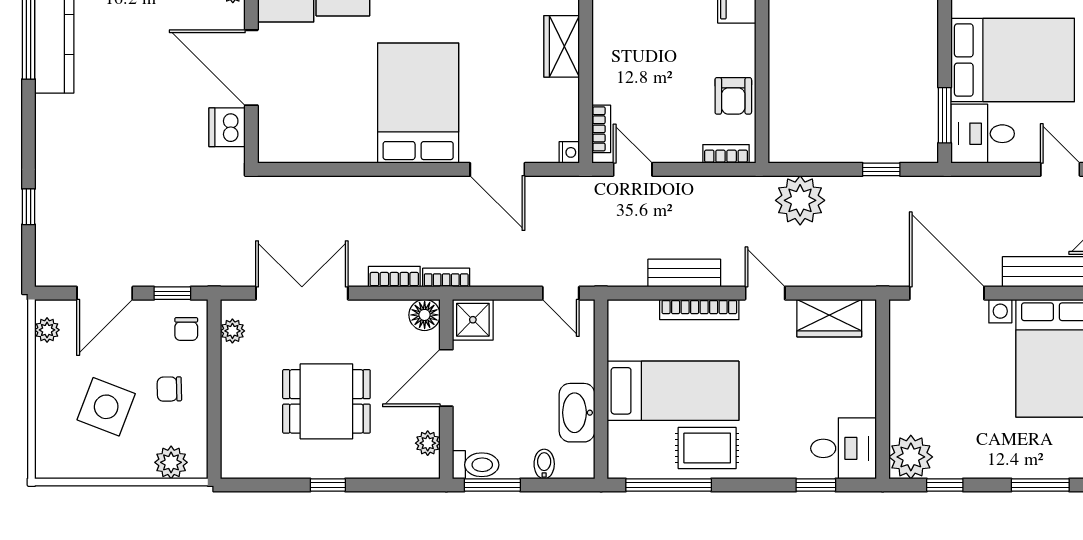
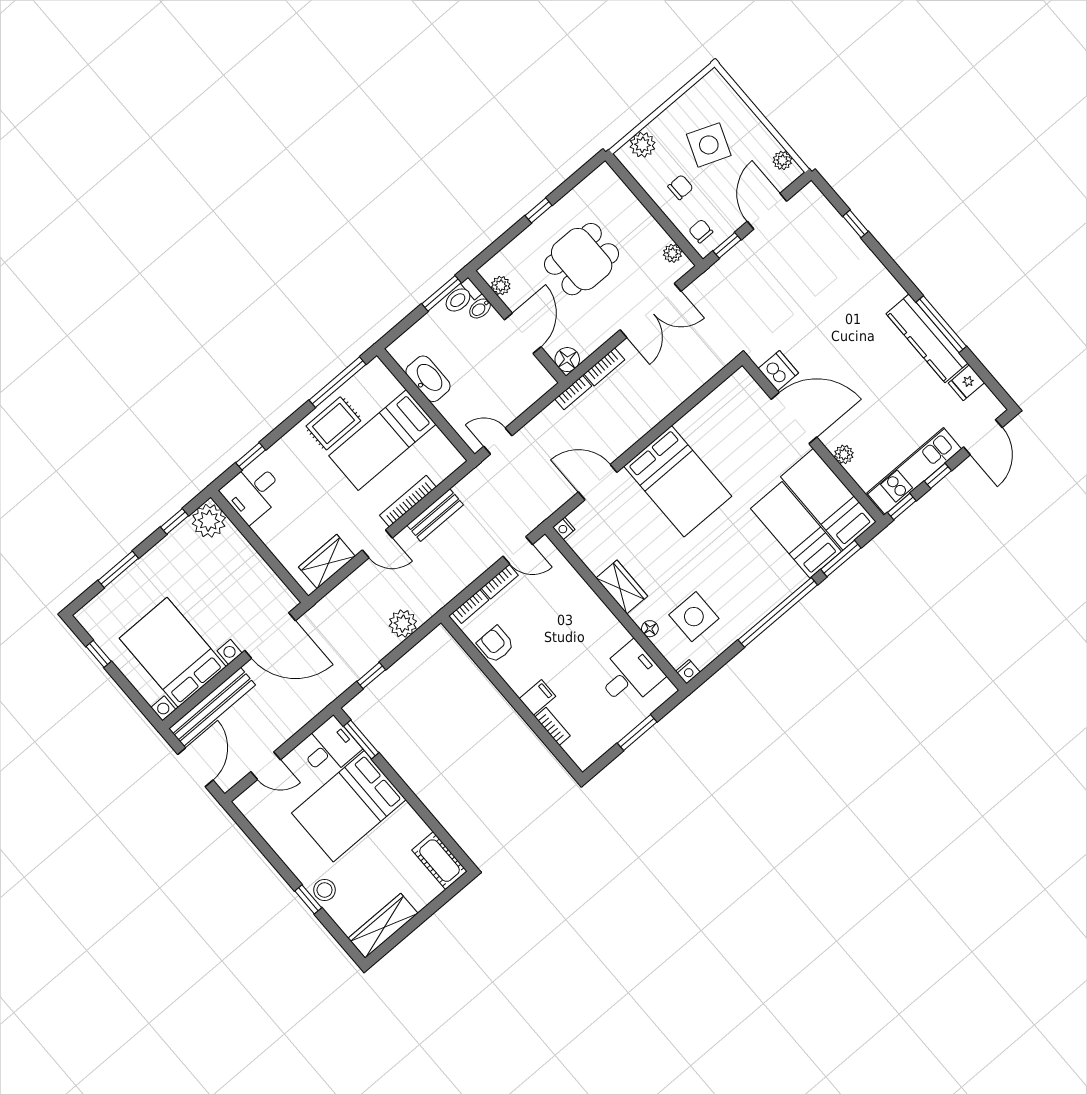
bookcase: (601, 129) -> (500, 582), moved, turned -90
plant: (800, 200) -> (403, 624), width x0.73, depth x0.73
shower: (473, 320) -> (536, 381), removed
bidet: (544, 464) -> (480, 308), moved, turned 90

